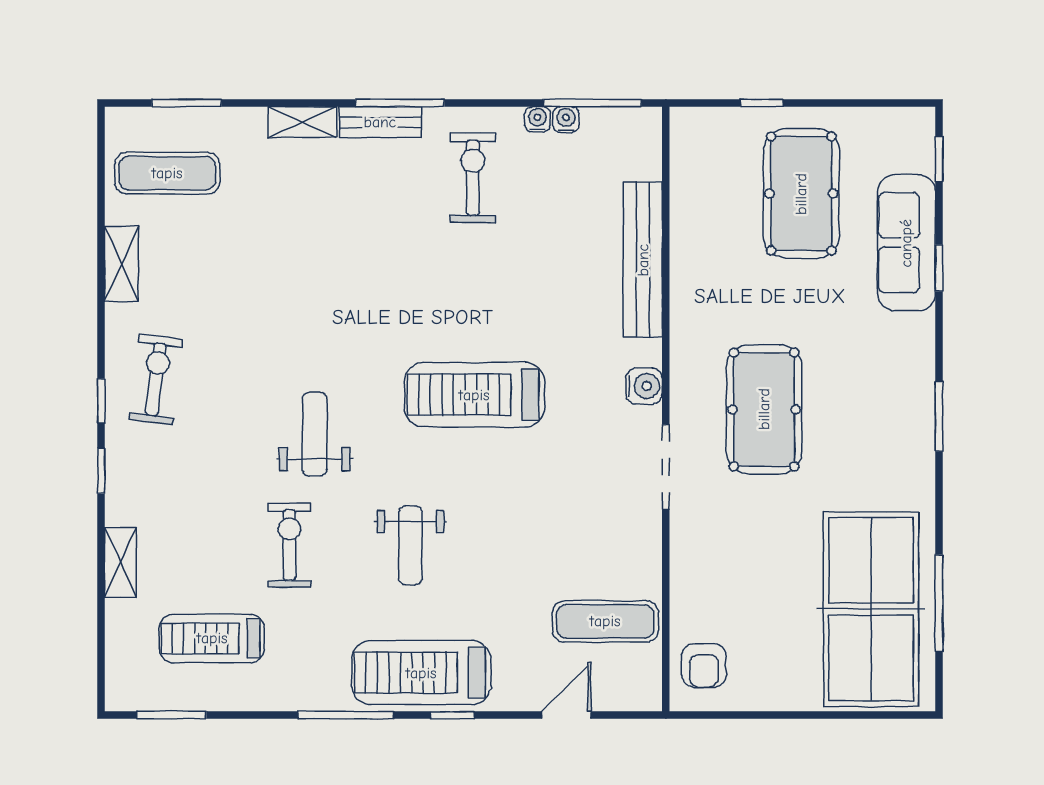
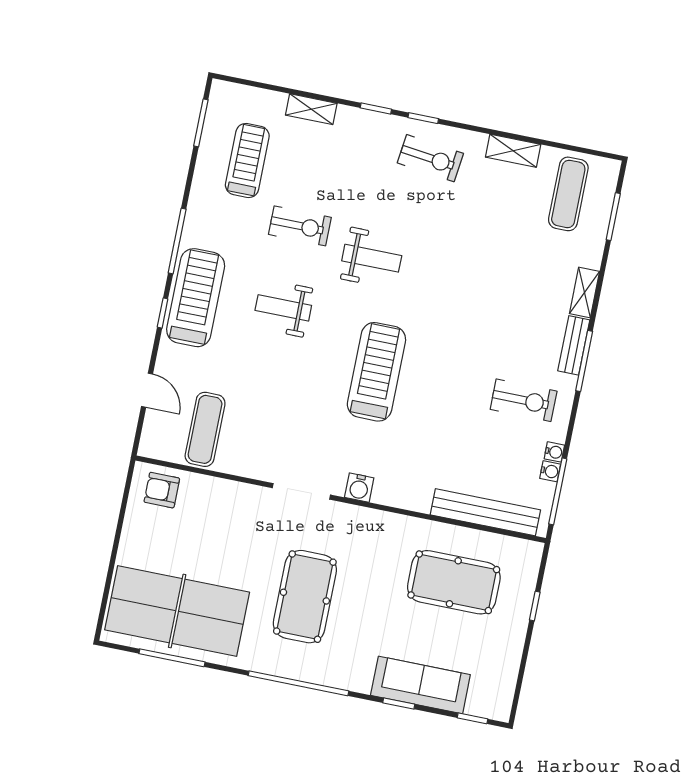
pool table: (801, 194) -> (454, 582), moved
bench: (643, 260) -> (485, 512), moved
pool table: (764, 409) -> (305, 597), moved, turned 90
window: (939, 416) -> (298, 683), width x2.11

